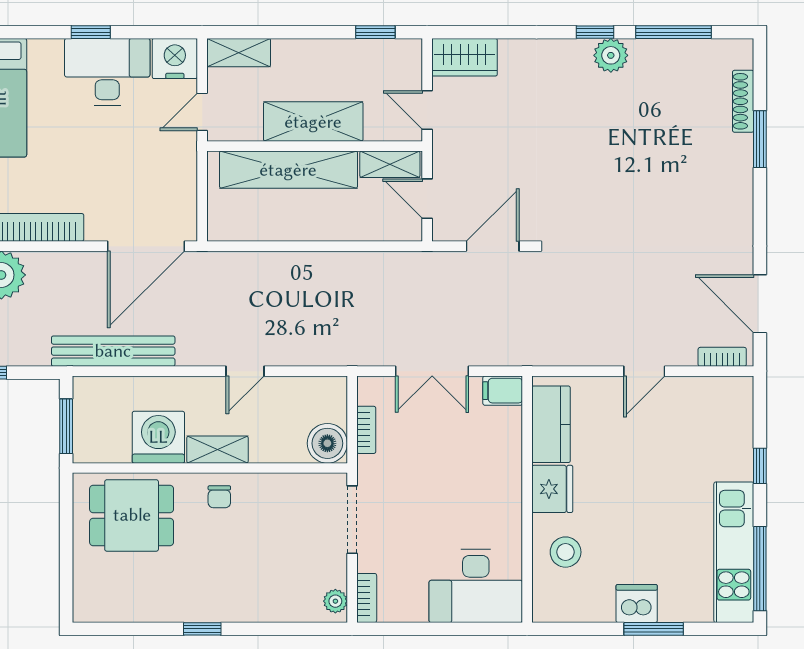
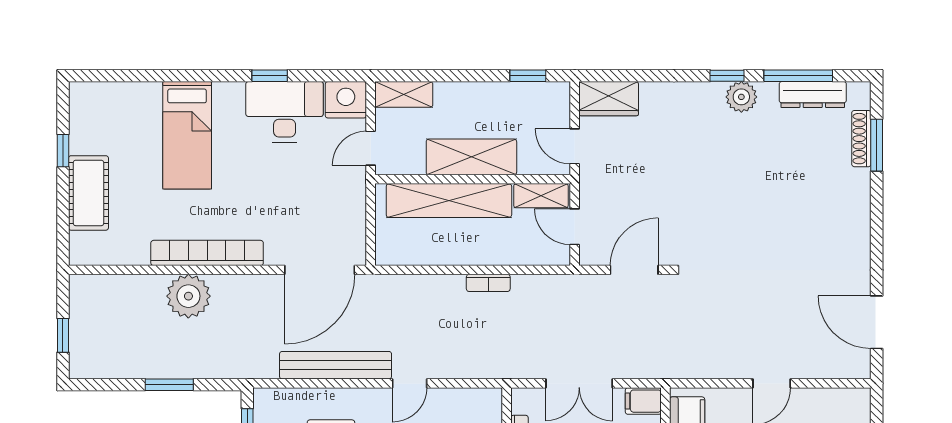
dresser: (689, 53) -> (813, 94), added
window: (760, 139) -> (877, 145), moved
bench: (113, 351) -> (336, 365), moved
bookcase: (722, 357) -> (488, 283), moved, turned 180

